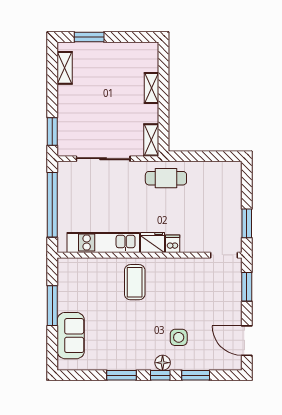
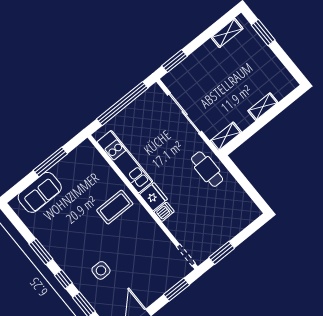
floor lamp: (163, 363) -> (74, 274), removed

